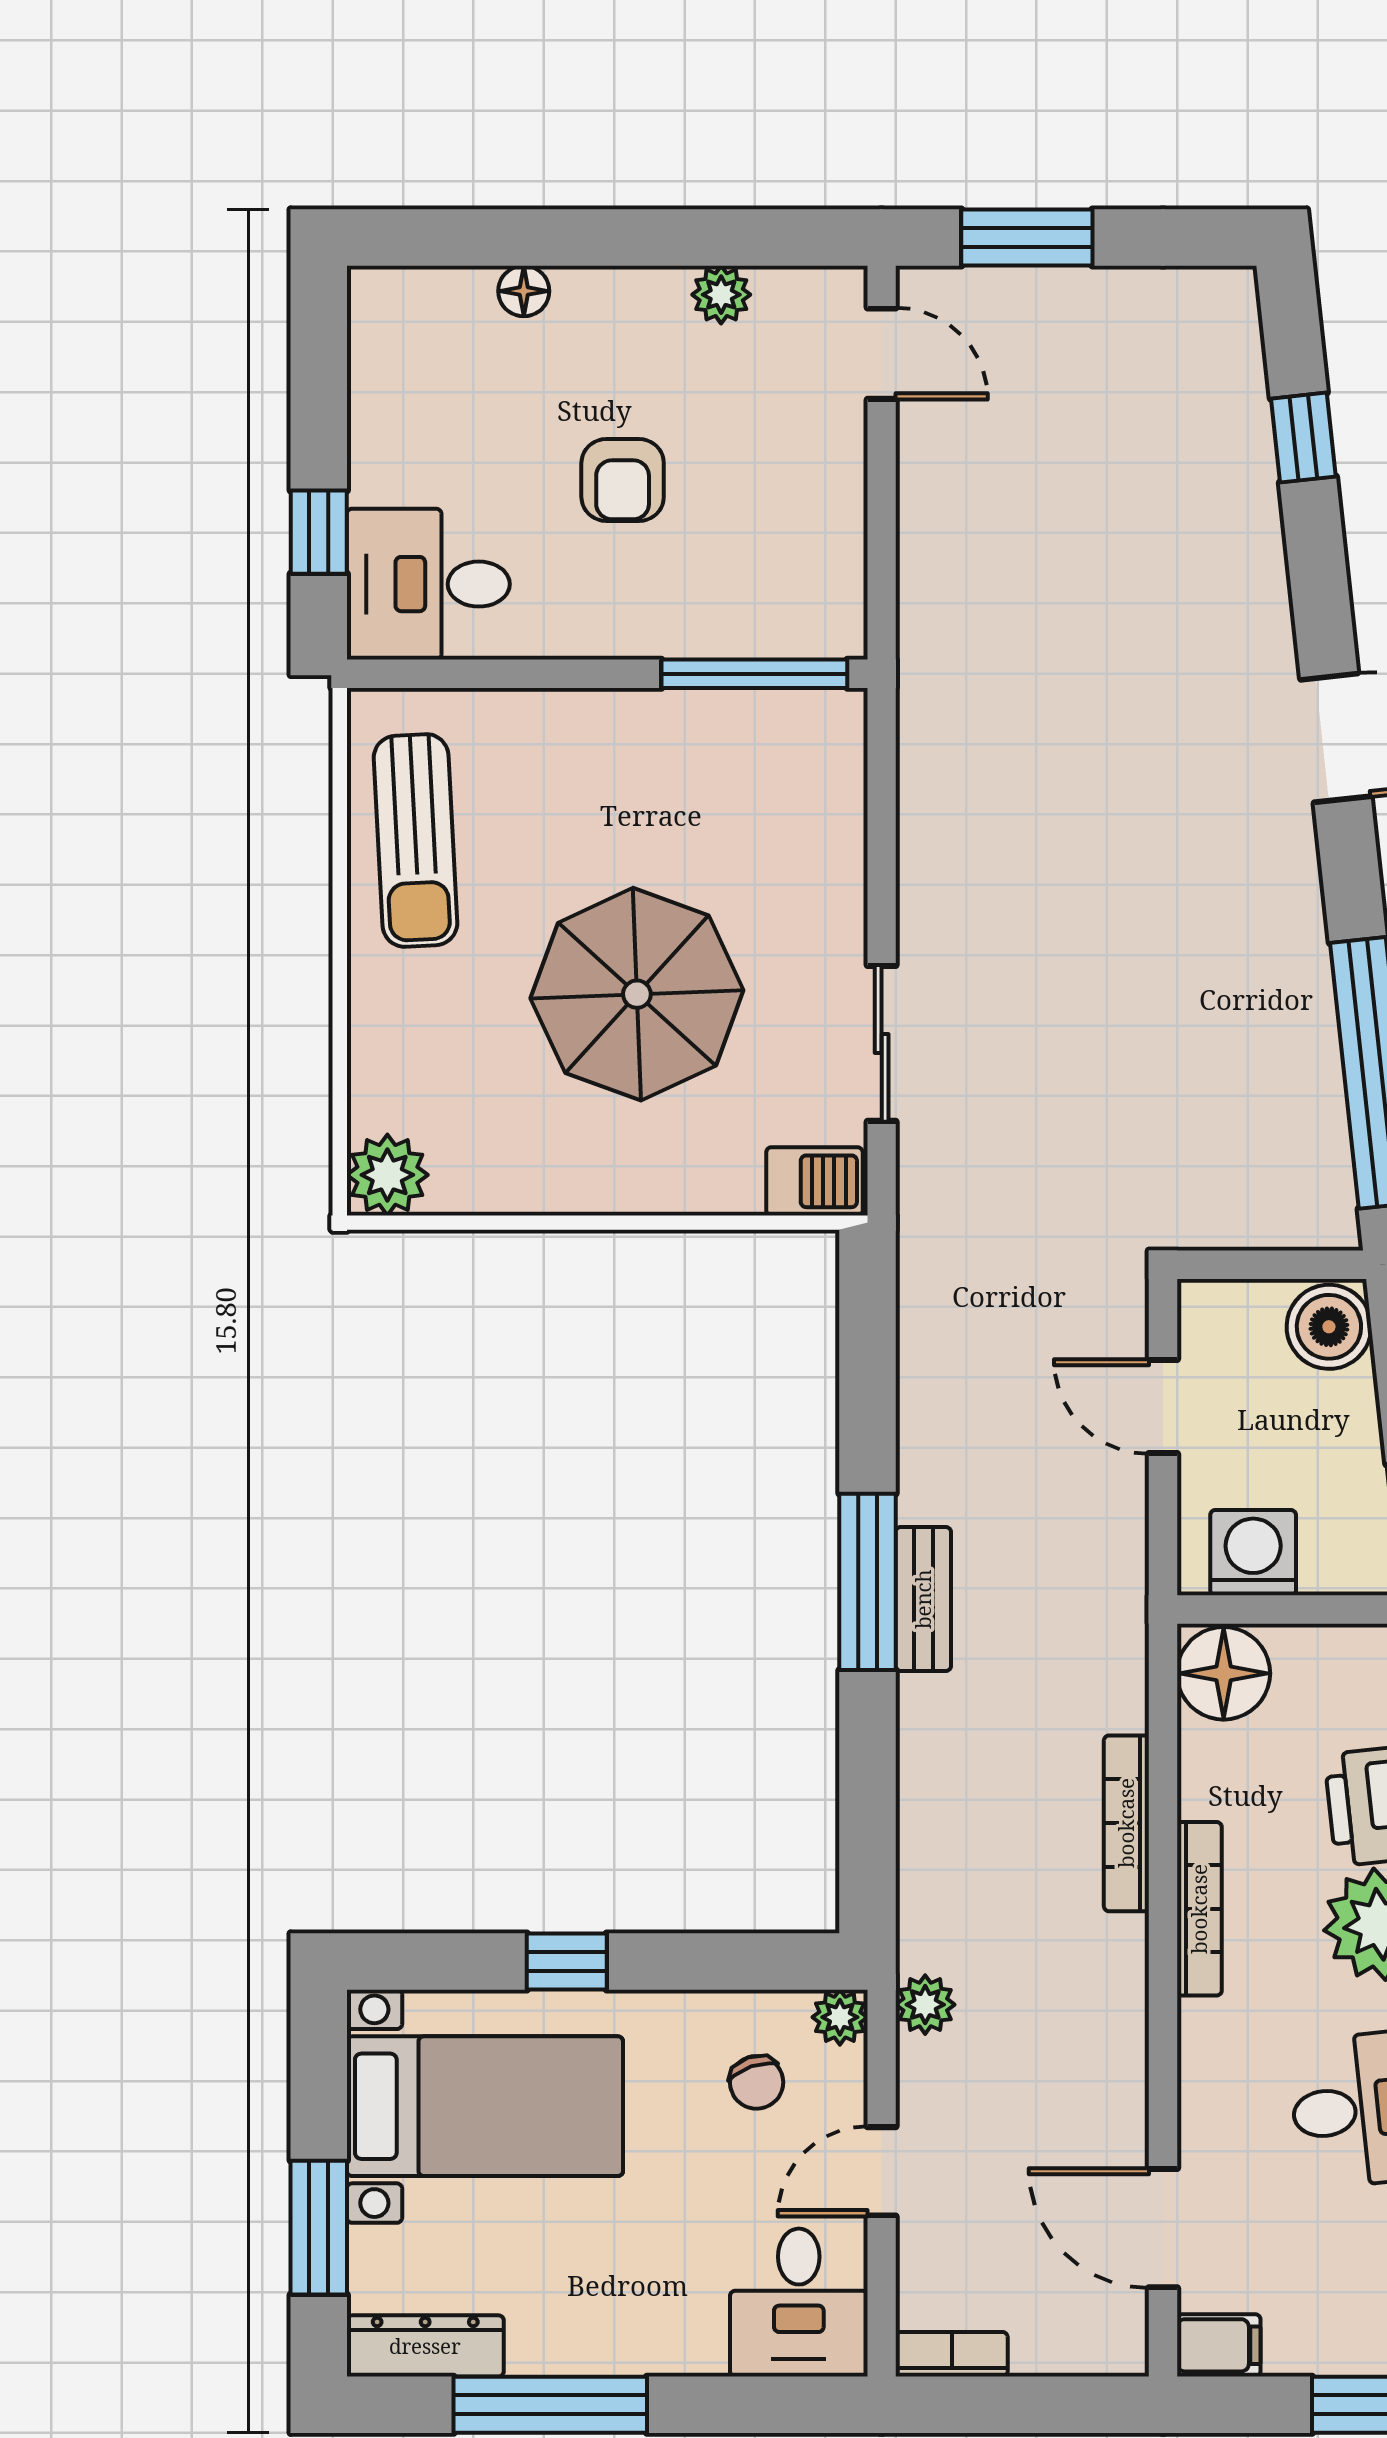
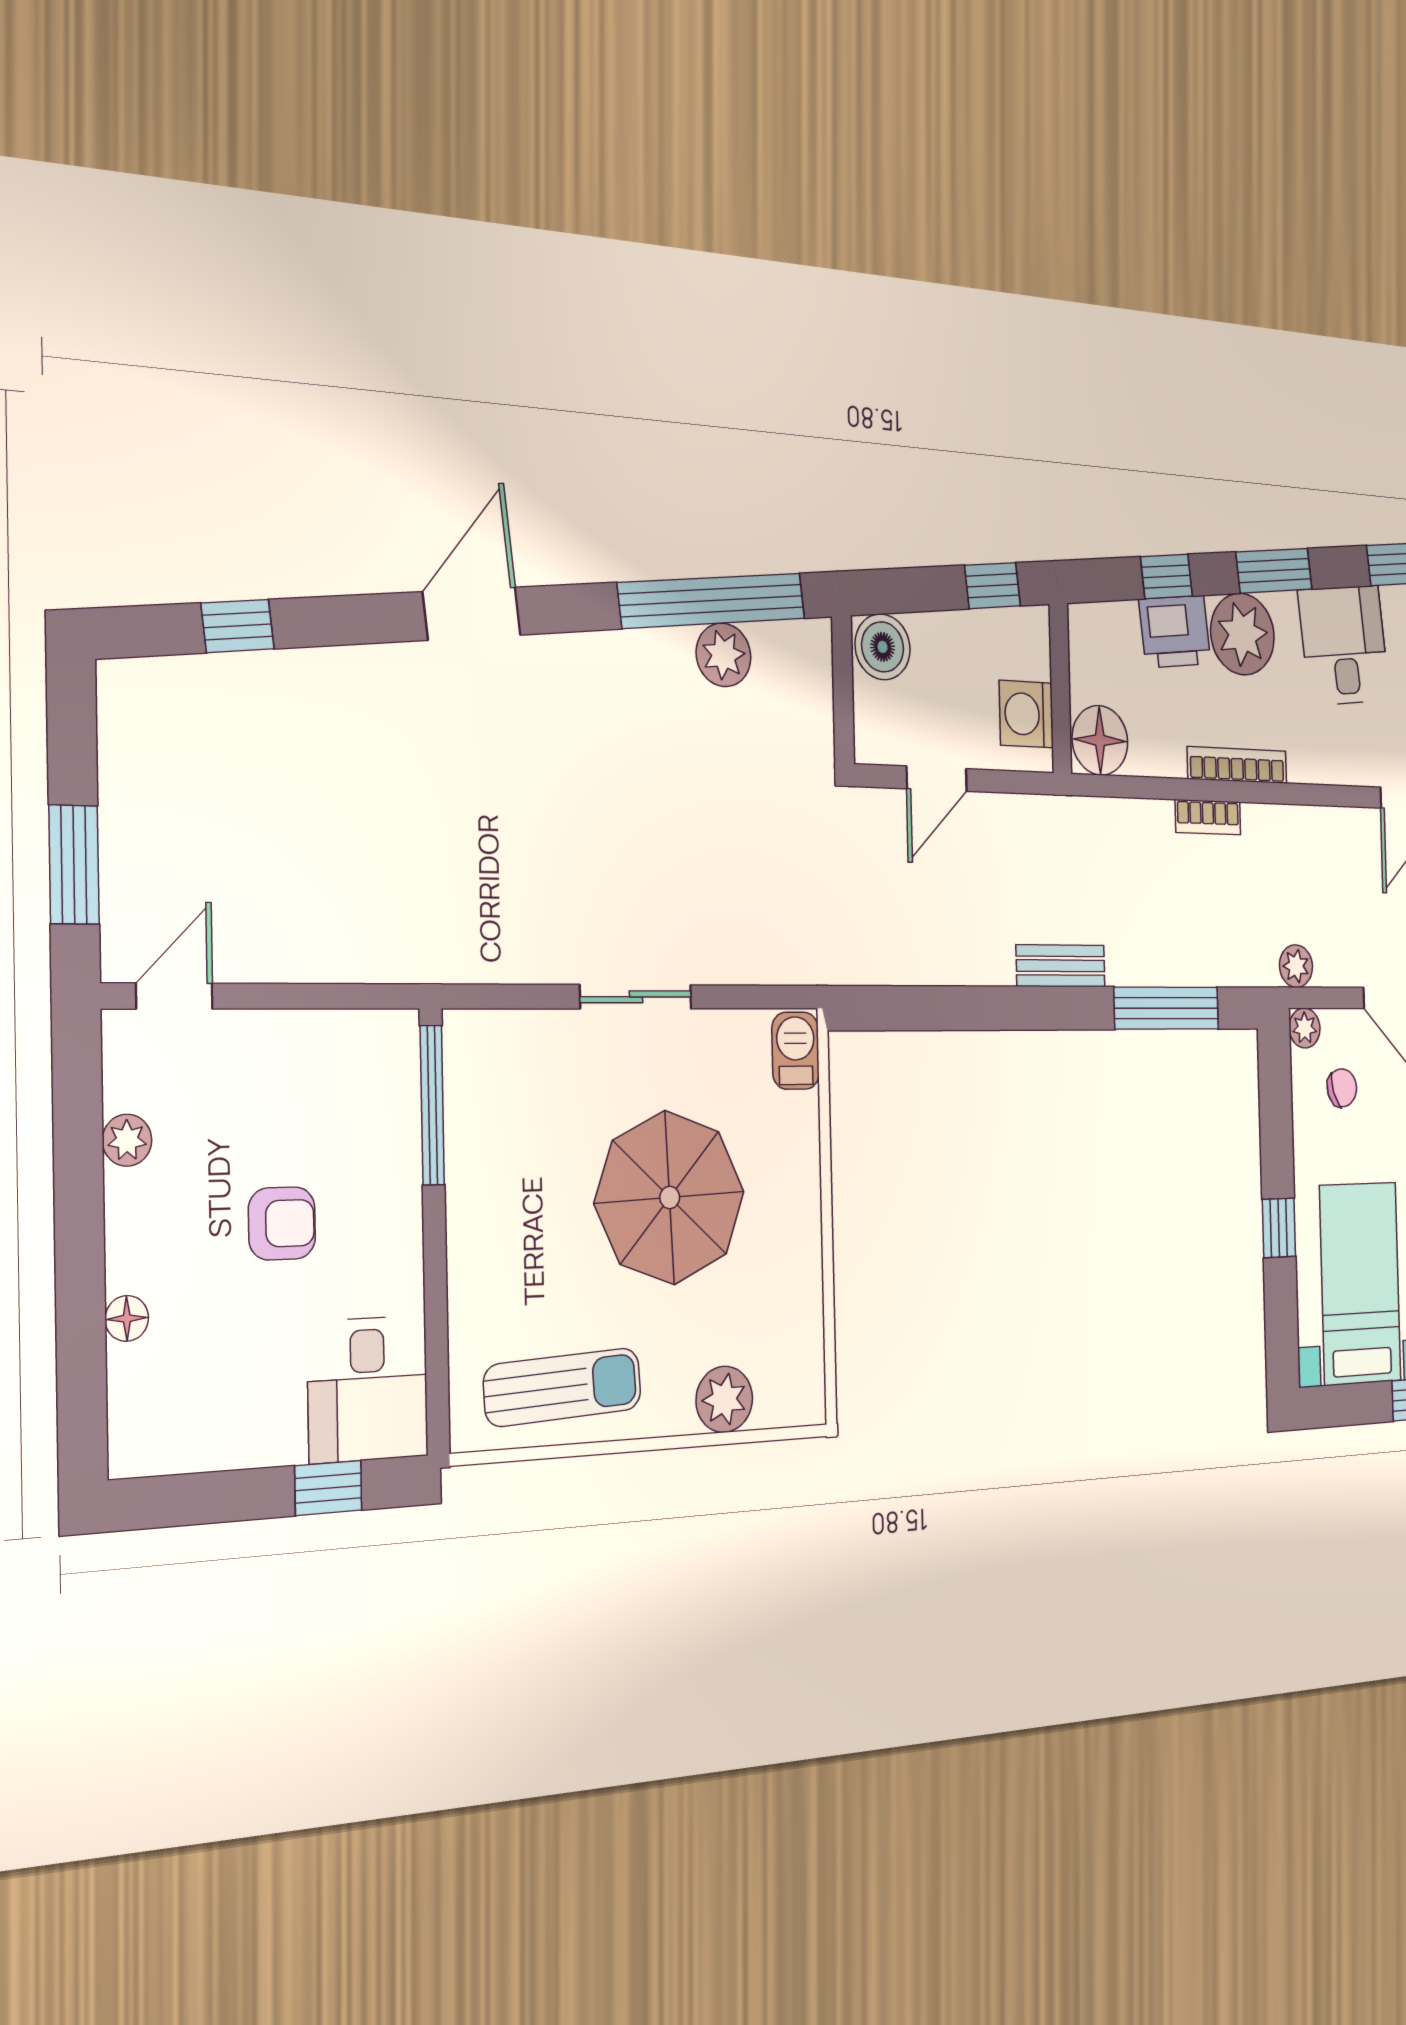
sliding door: (882, 1043) -> (636, 997), moved
plant: (1306, 1088) -> (724, 655), added
plant: (387, 1175) -> (724, 1399), moved
window: (868, 1582) -> (1167, 1008), moved
bookcase: (1126, 1823) -> (1208, 817), width x0.64

